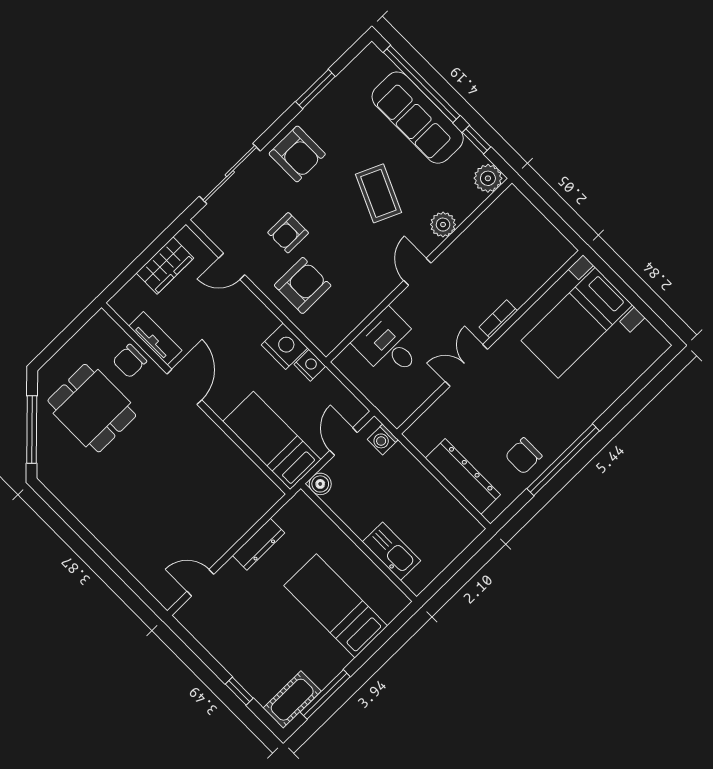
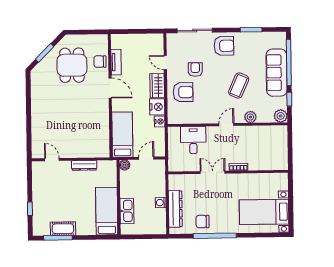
armchair: (297, 154) -> (224, 46), turned -90
armchair: (288, 233) -> (195, 70), turned 90
wardrobe: (165, 265) -> (157, 86), moved, turned 90
bed with nightstands: (577, 323) -> (264, 212), moved
door: (184, 387) -> (110, 88), hinge flipped
window: (32, 429) -> (45, 53), width x0.69
washing machine: (383, 439) -> (161, 203), moved
bed: (336, 606) -> (107, 211), moved
cot: (292, 700) -> (63, 229), moved

